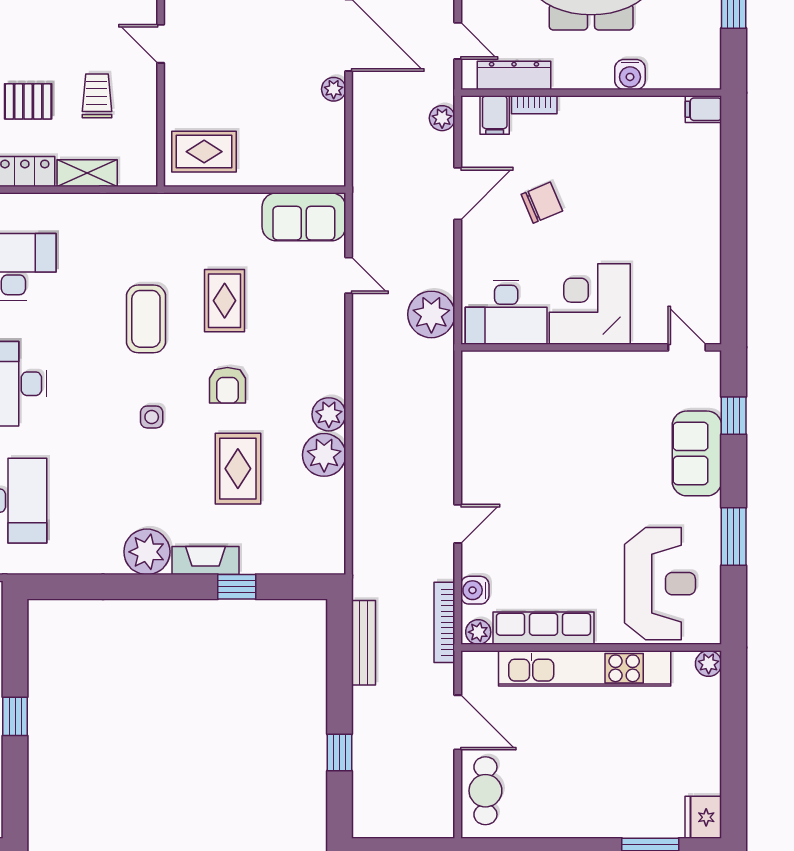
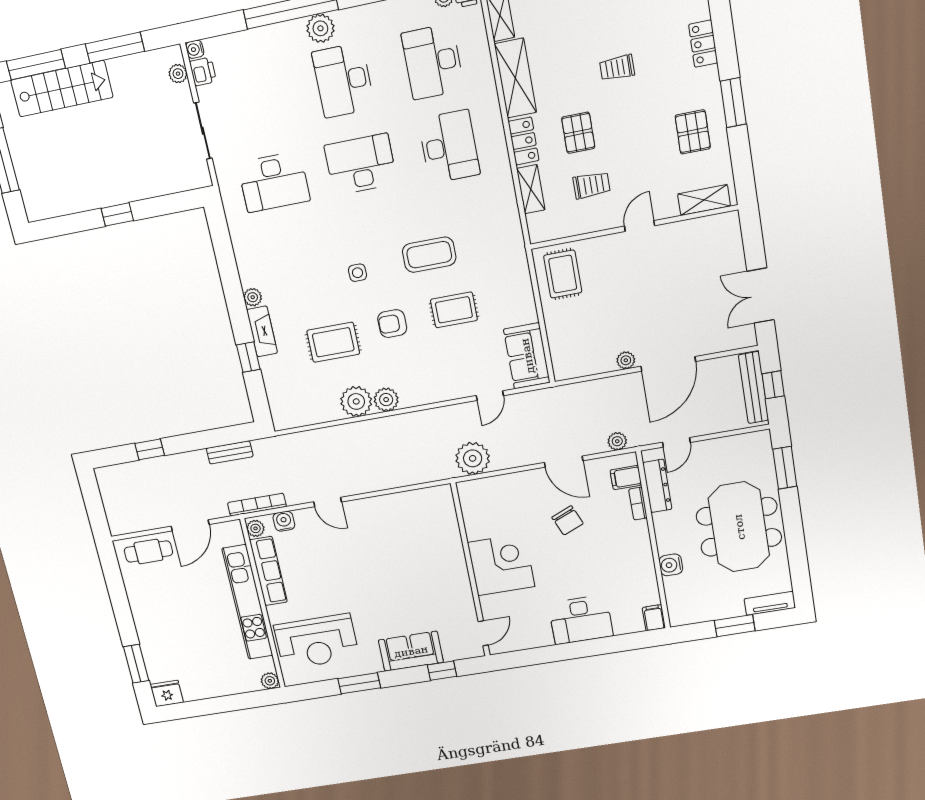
desk: (506, 312) -> (581, 620), moved, turned -90
plant: (147, 552) -> (253, 297), width x0.53, depth x0.53
bench: (363, 643) -> (230, 452), width x0.73

